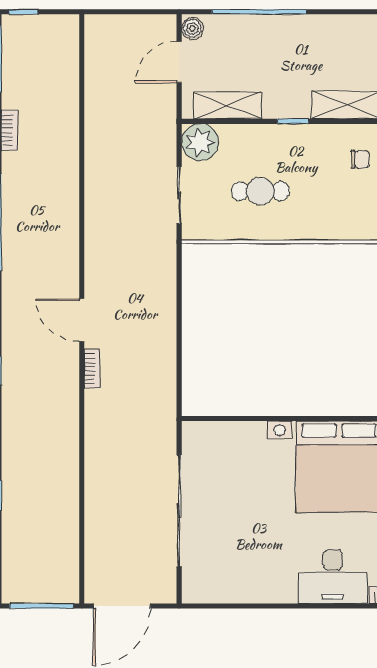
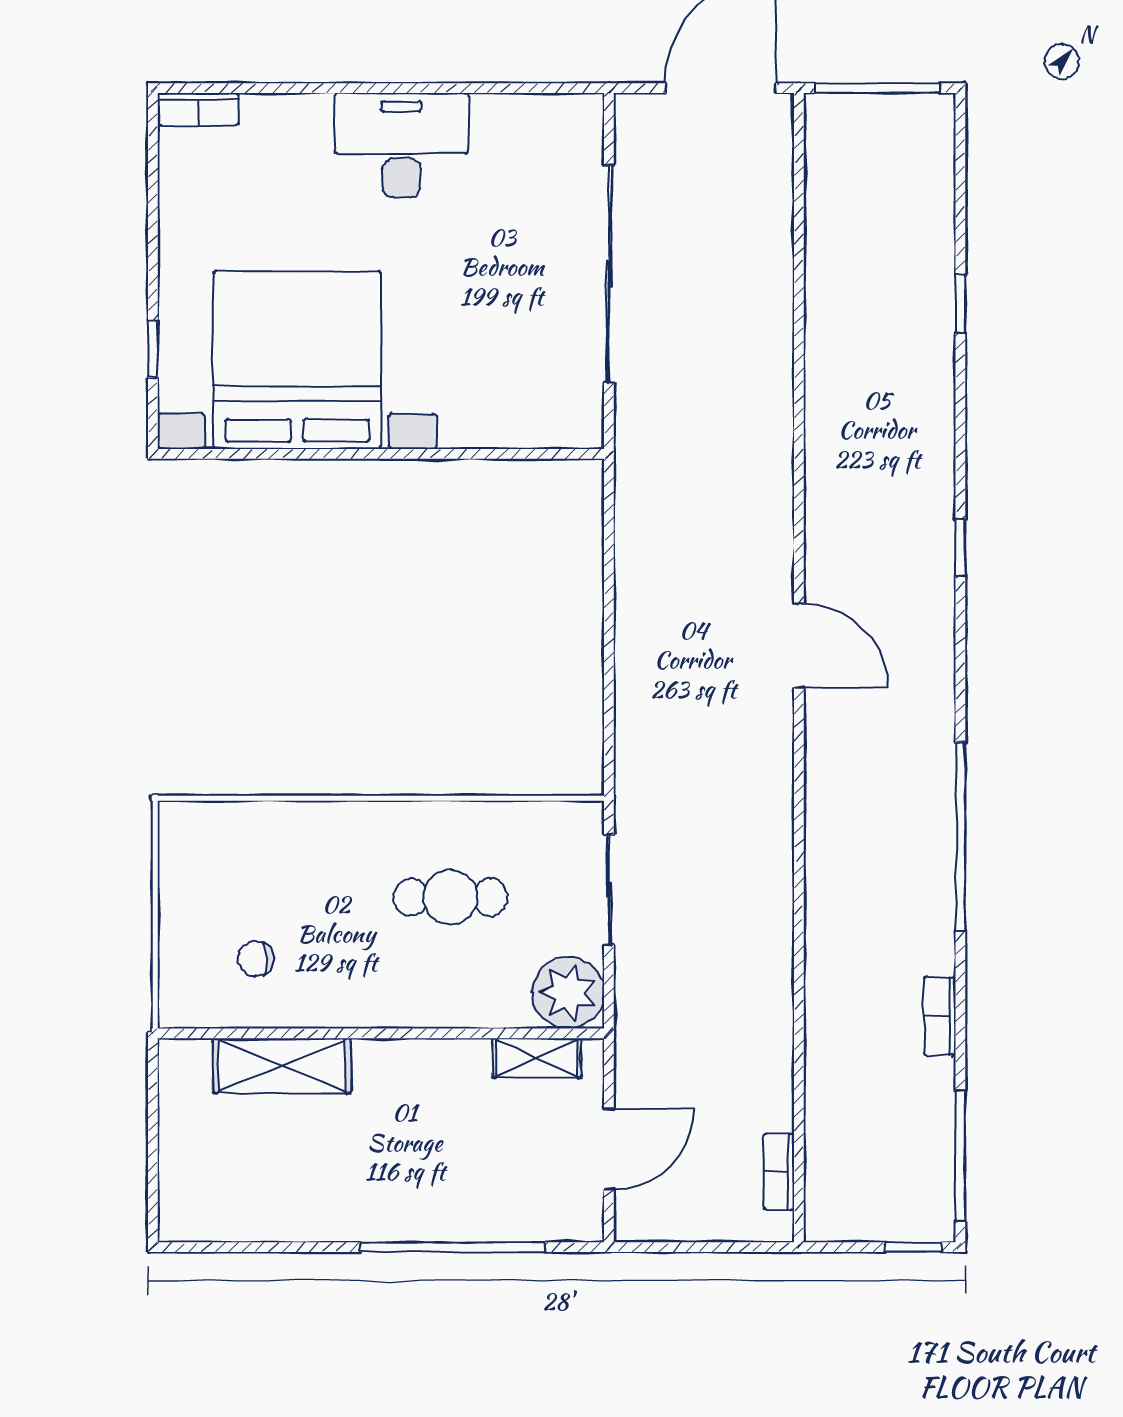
boiler: (192, 28) -> (583, 1215), removed
shelving: (227, 105) -> (537, 1058), width x0.67, depth x0.75
window: (293, 121) -> (387, 1033), removed
bookcase: (92, 369) -> (779, 1172), moved
desk: (333, 577) -> (401, 145), moved

